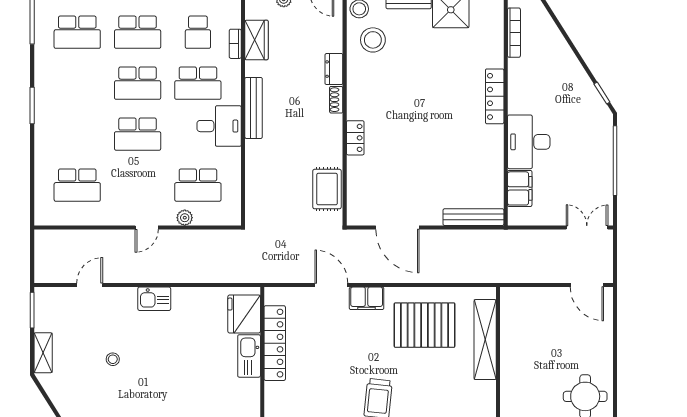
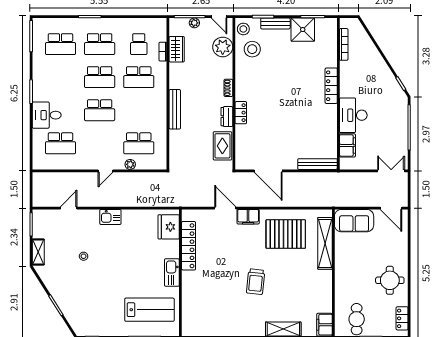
plant: (327, 37) -> (223, 47), added
dresser: (334, 69) -> (227, 117), moved
bench: (254, 108) -> (175, 109), moved
desk: (219, 126) -> (47, 115), moved, turned 180
sofa: (530, 304) -> (354, 221), added
kitchen sink: (249, 356) -> (172, 272), moved

